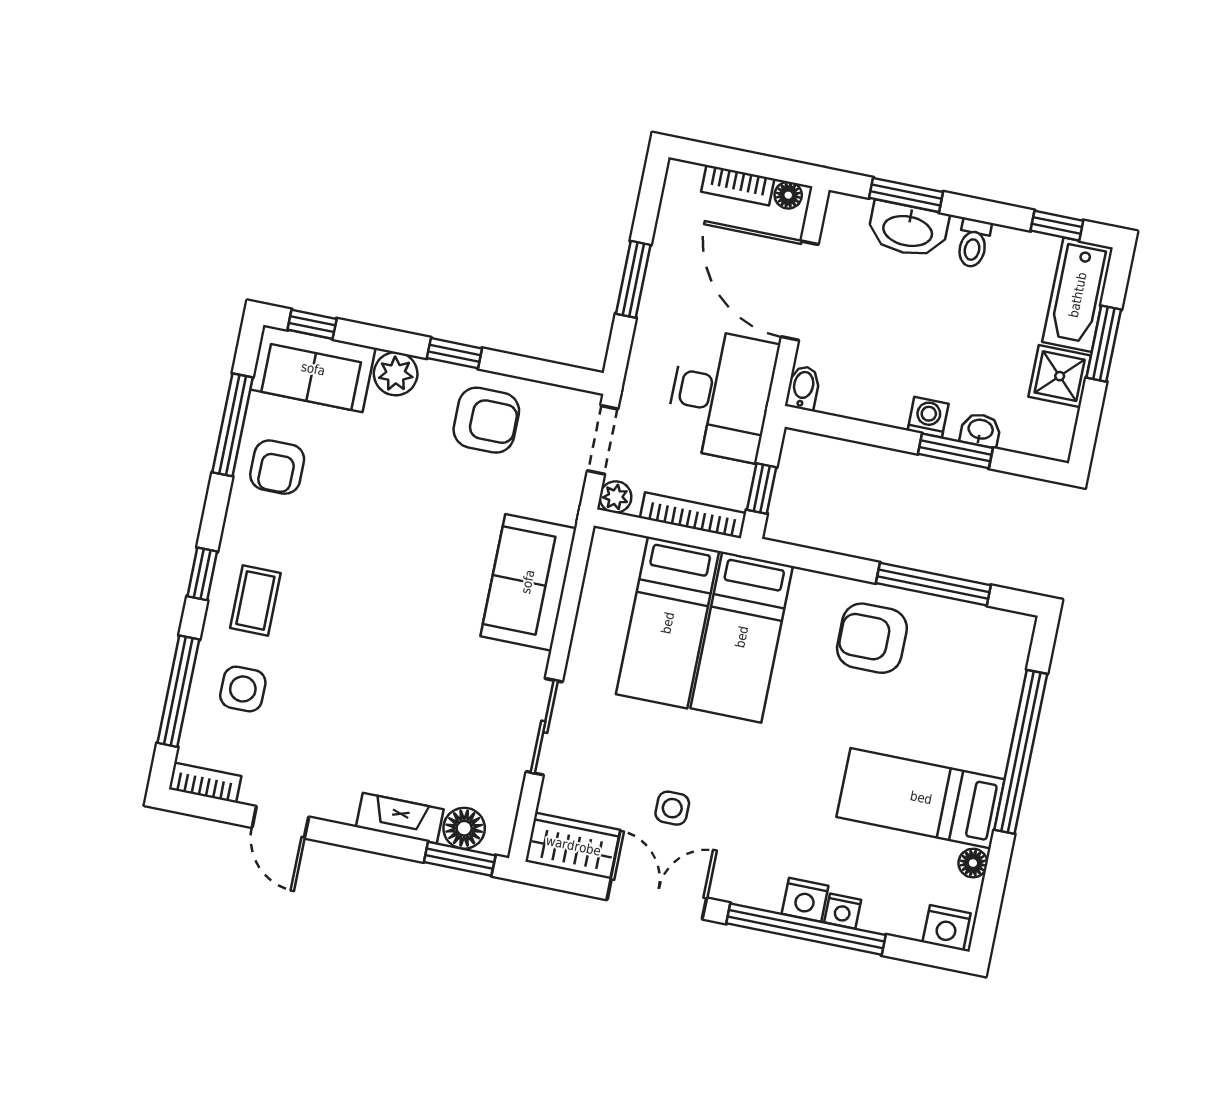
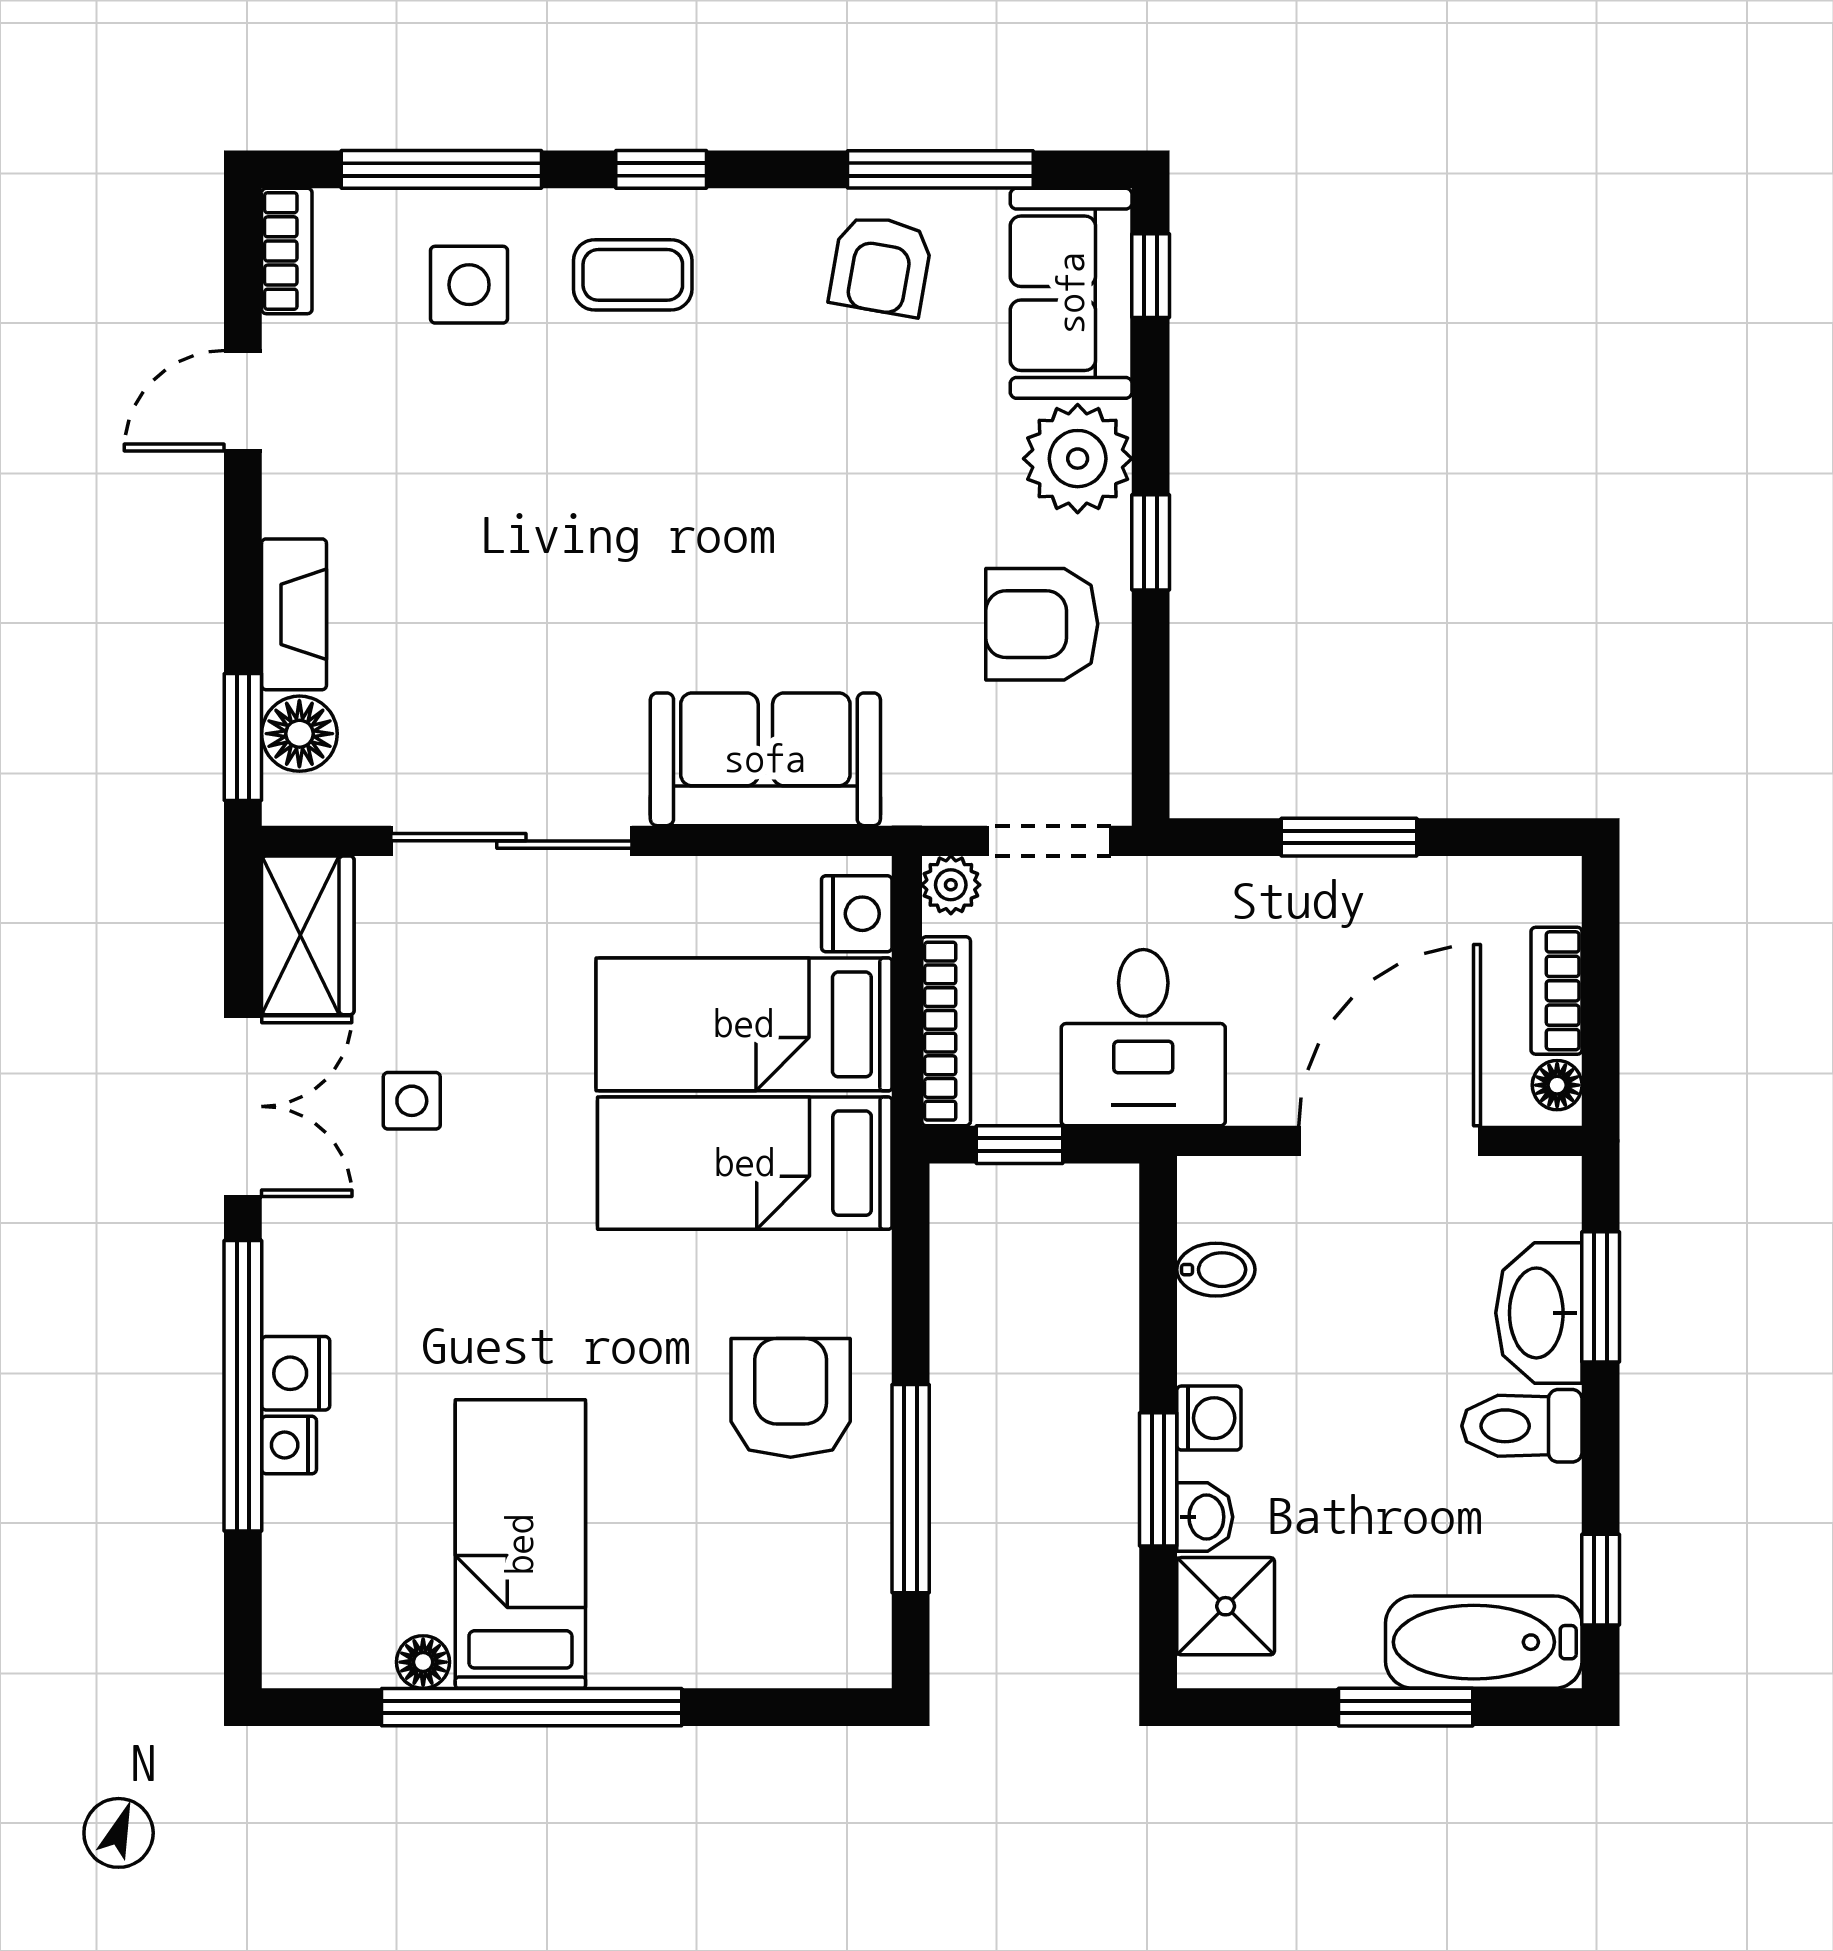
toilet: (973, 243) -> (1522, 1426), width x1.37, depth x1.39
plant: (396, 374) -> (1078, 459), width x1.36, depth x1.36
shower: (1060, 376) -> (1226, 1606), moved
bidet: (803, 388) -> (1216, 1270), moved
desk: (721, 395) -> (1143, 1038), width x0.73
armchair: (486, 420) -> (1042, 624), turned 90
armchair: (277, 467) -> (881, 265), turned -80
sliding door: (544, 727) -> (511, 841), width x1.37
window: (1021, 752) -> (532, 1707), moved
nightstand: (947, 928) -> (857, 914), moved, turned 180

